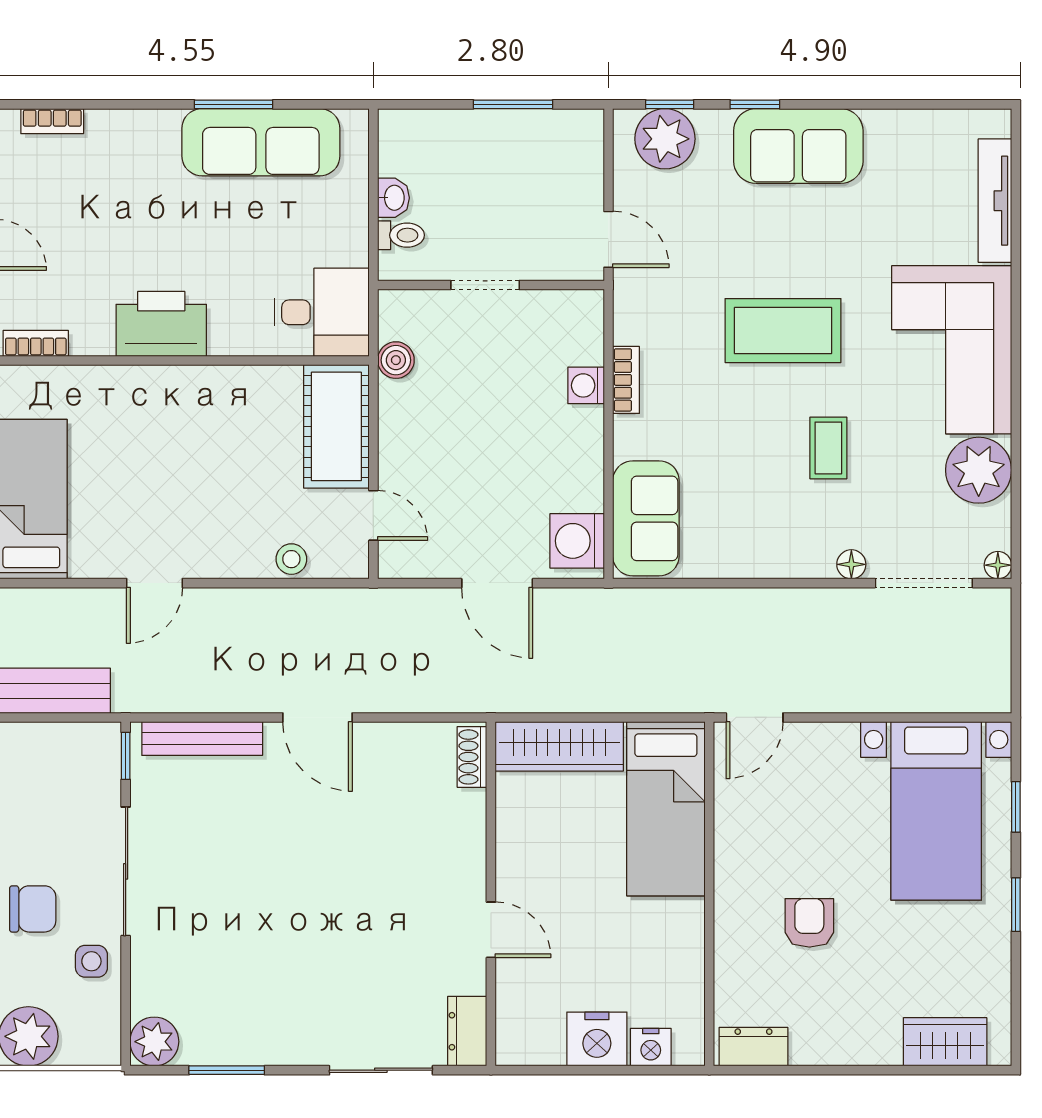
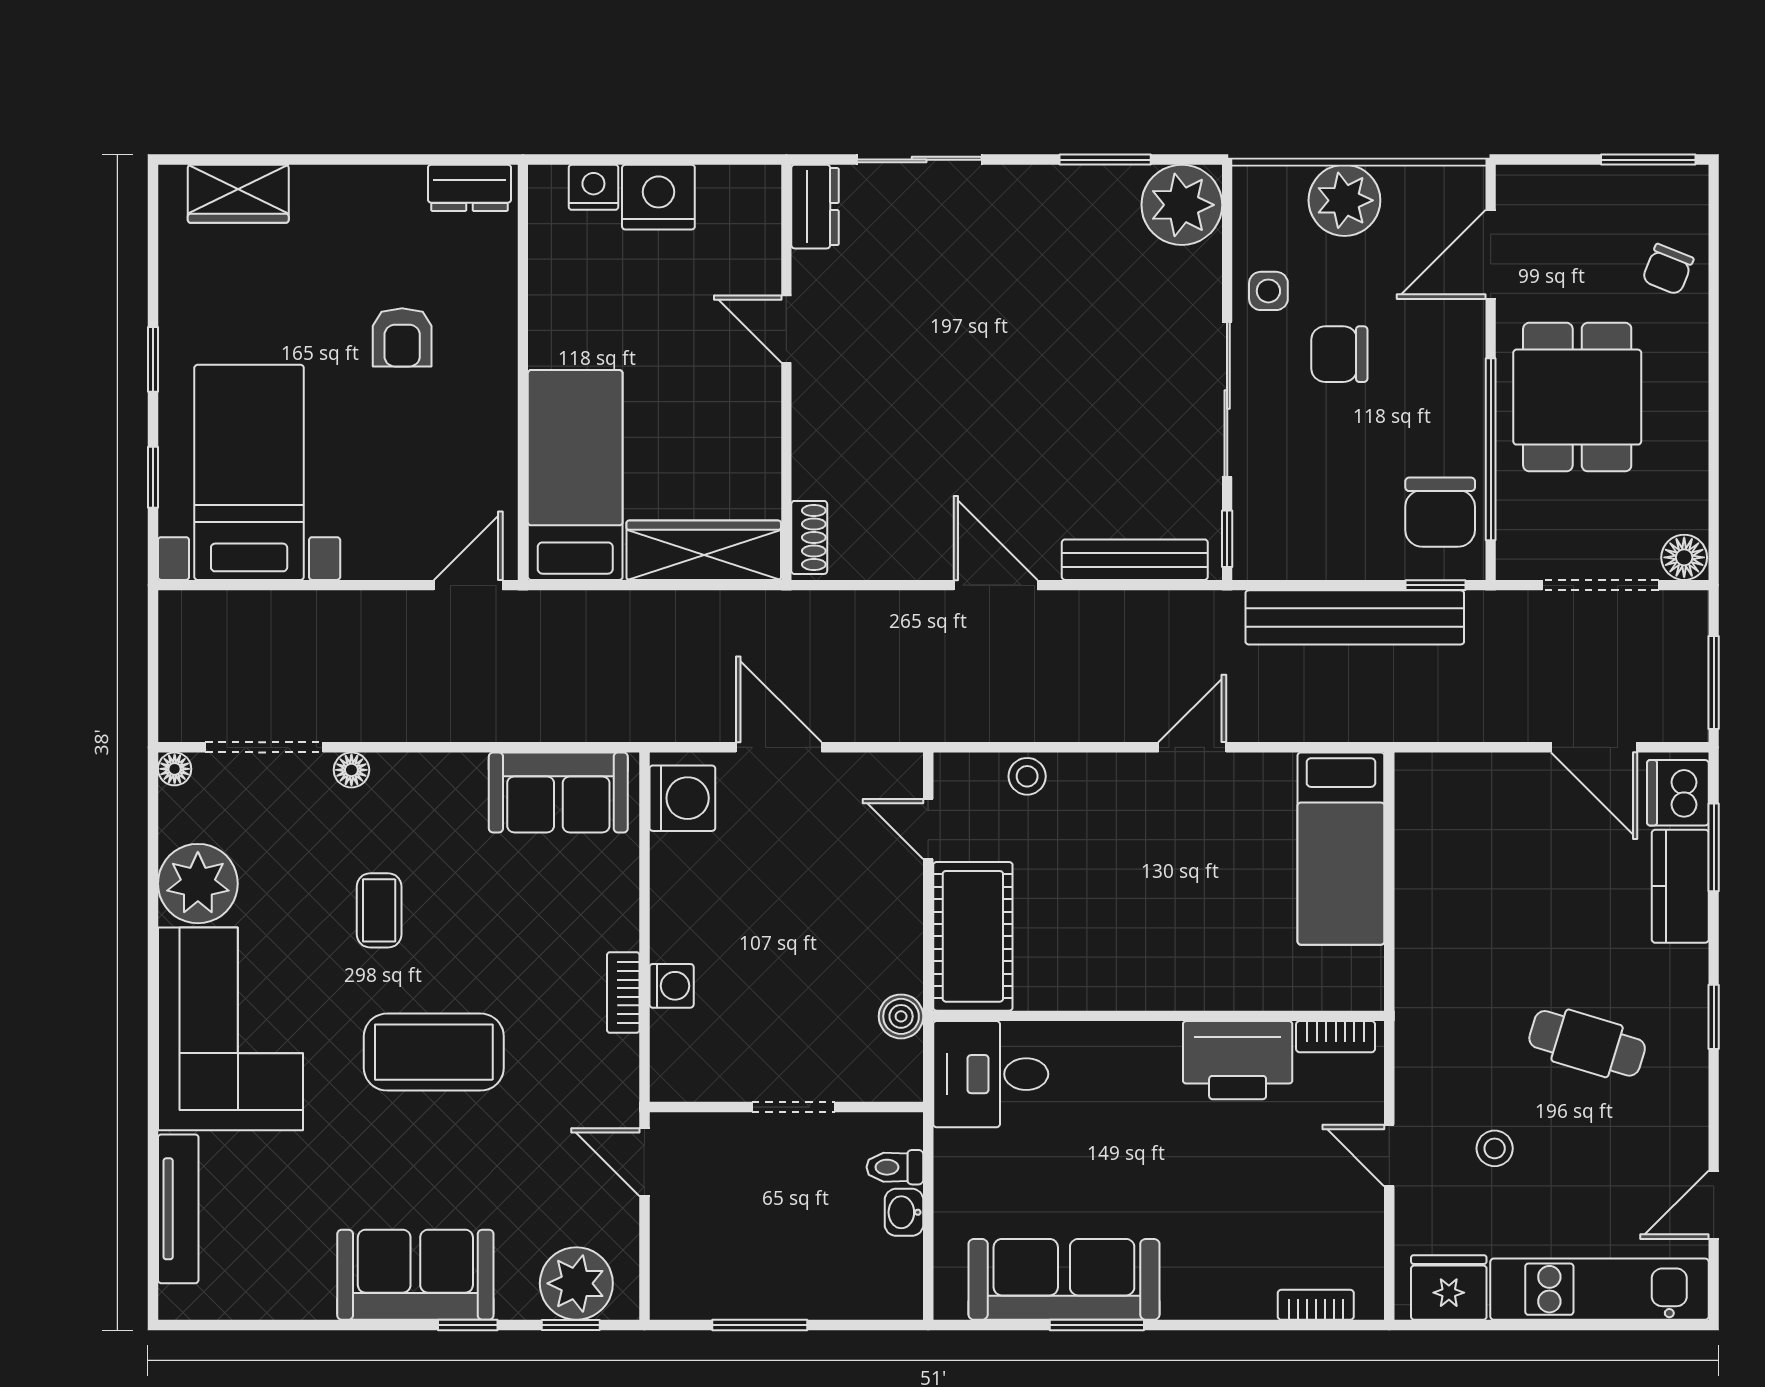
printer: (161, 324) -> (1238, 1060), moved
sofa: (646, 518) -> (558, 792), moved, turned -90
plant: (154, 1042) -> (1182, 205), width x1.36, depth x1.36

